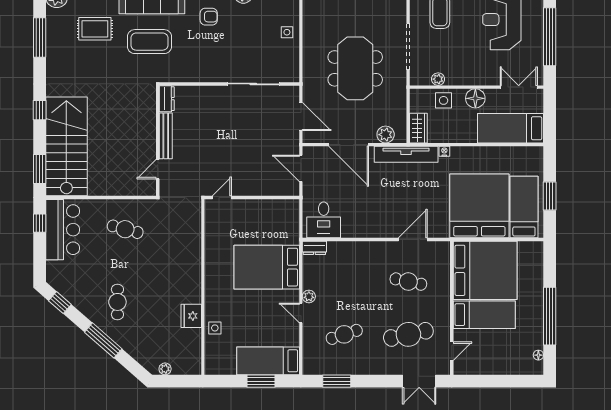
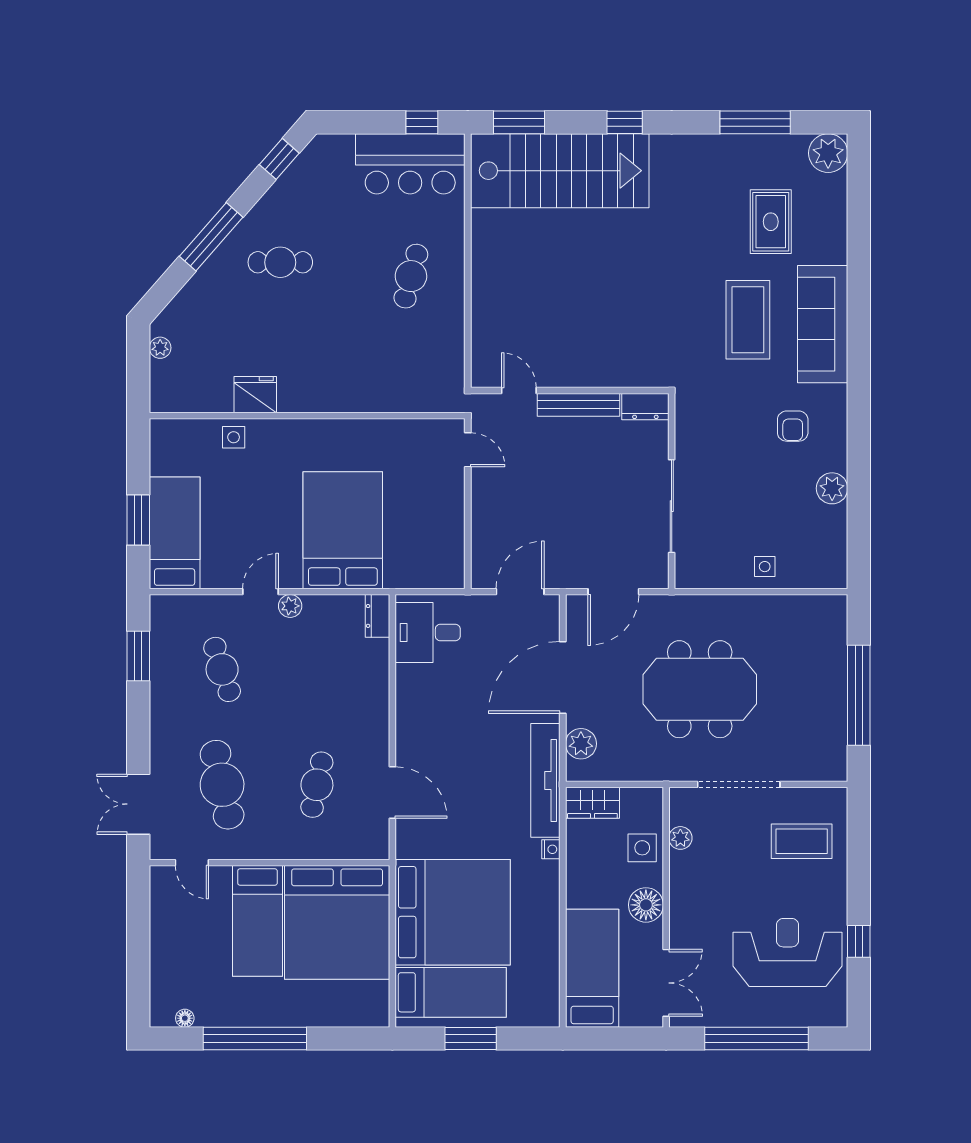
dresser: (167, 99) -> (645, 407), moved
bench: (166, 136) -> (578, 405), moved
wall: (158, 141) -> (570, 391), moved
door: (158, 169) -> (519, 391), moved

